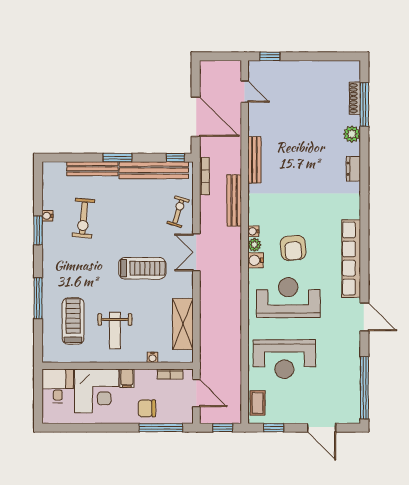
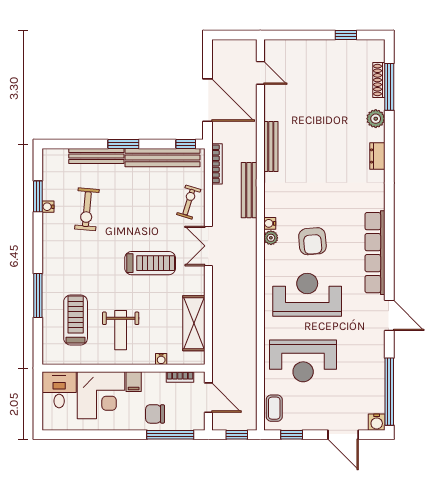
window: (270, 56) -> (346, 35), moved
window: (38, 230) -> (38, 196), moved
water cooler: (256, 260) -> (377, 422), moved, turned -90

